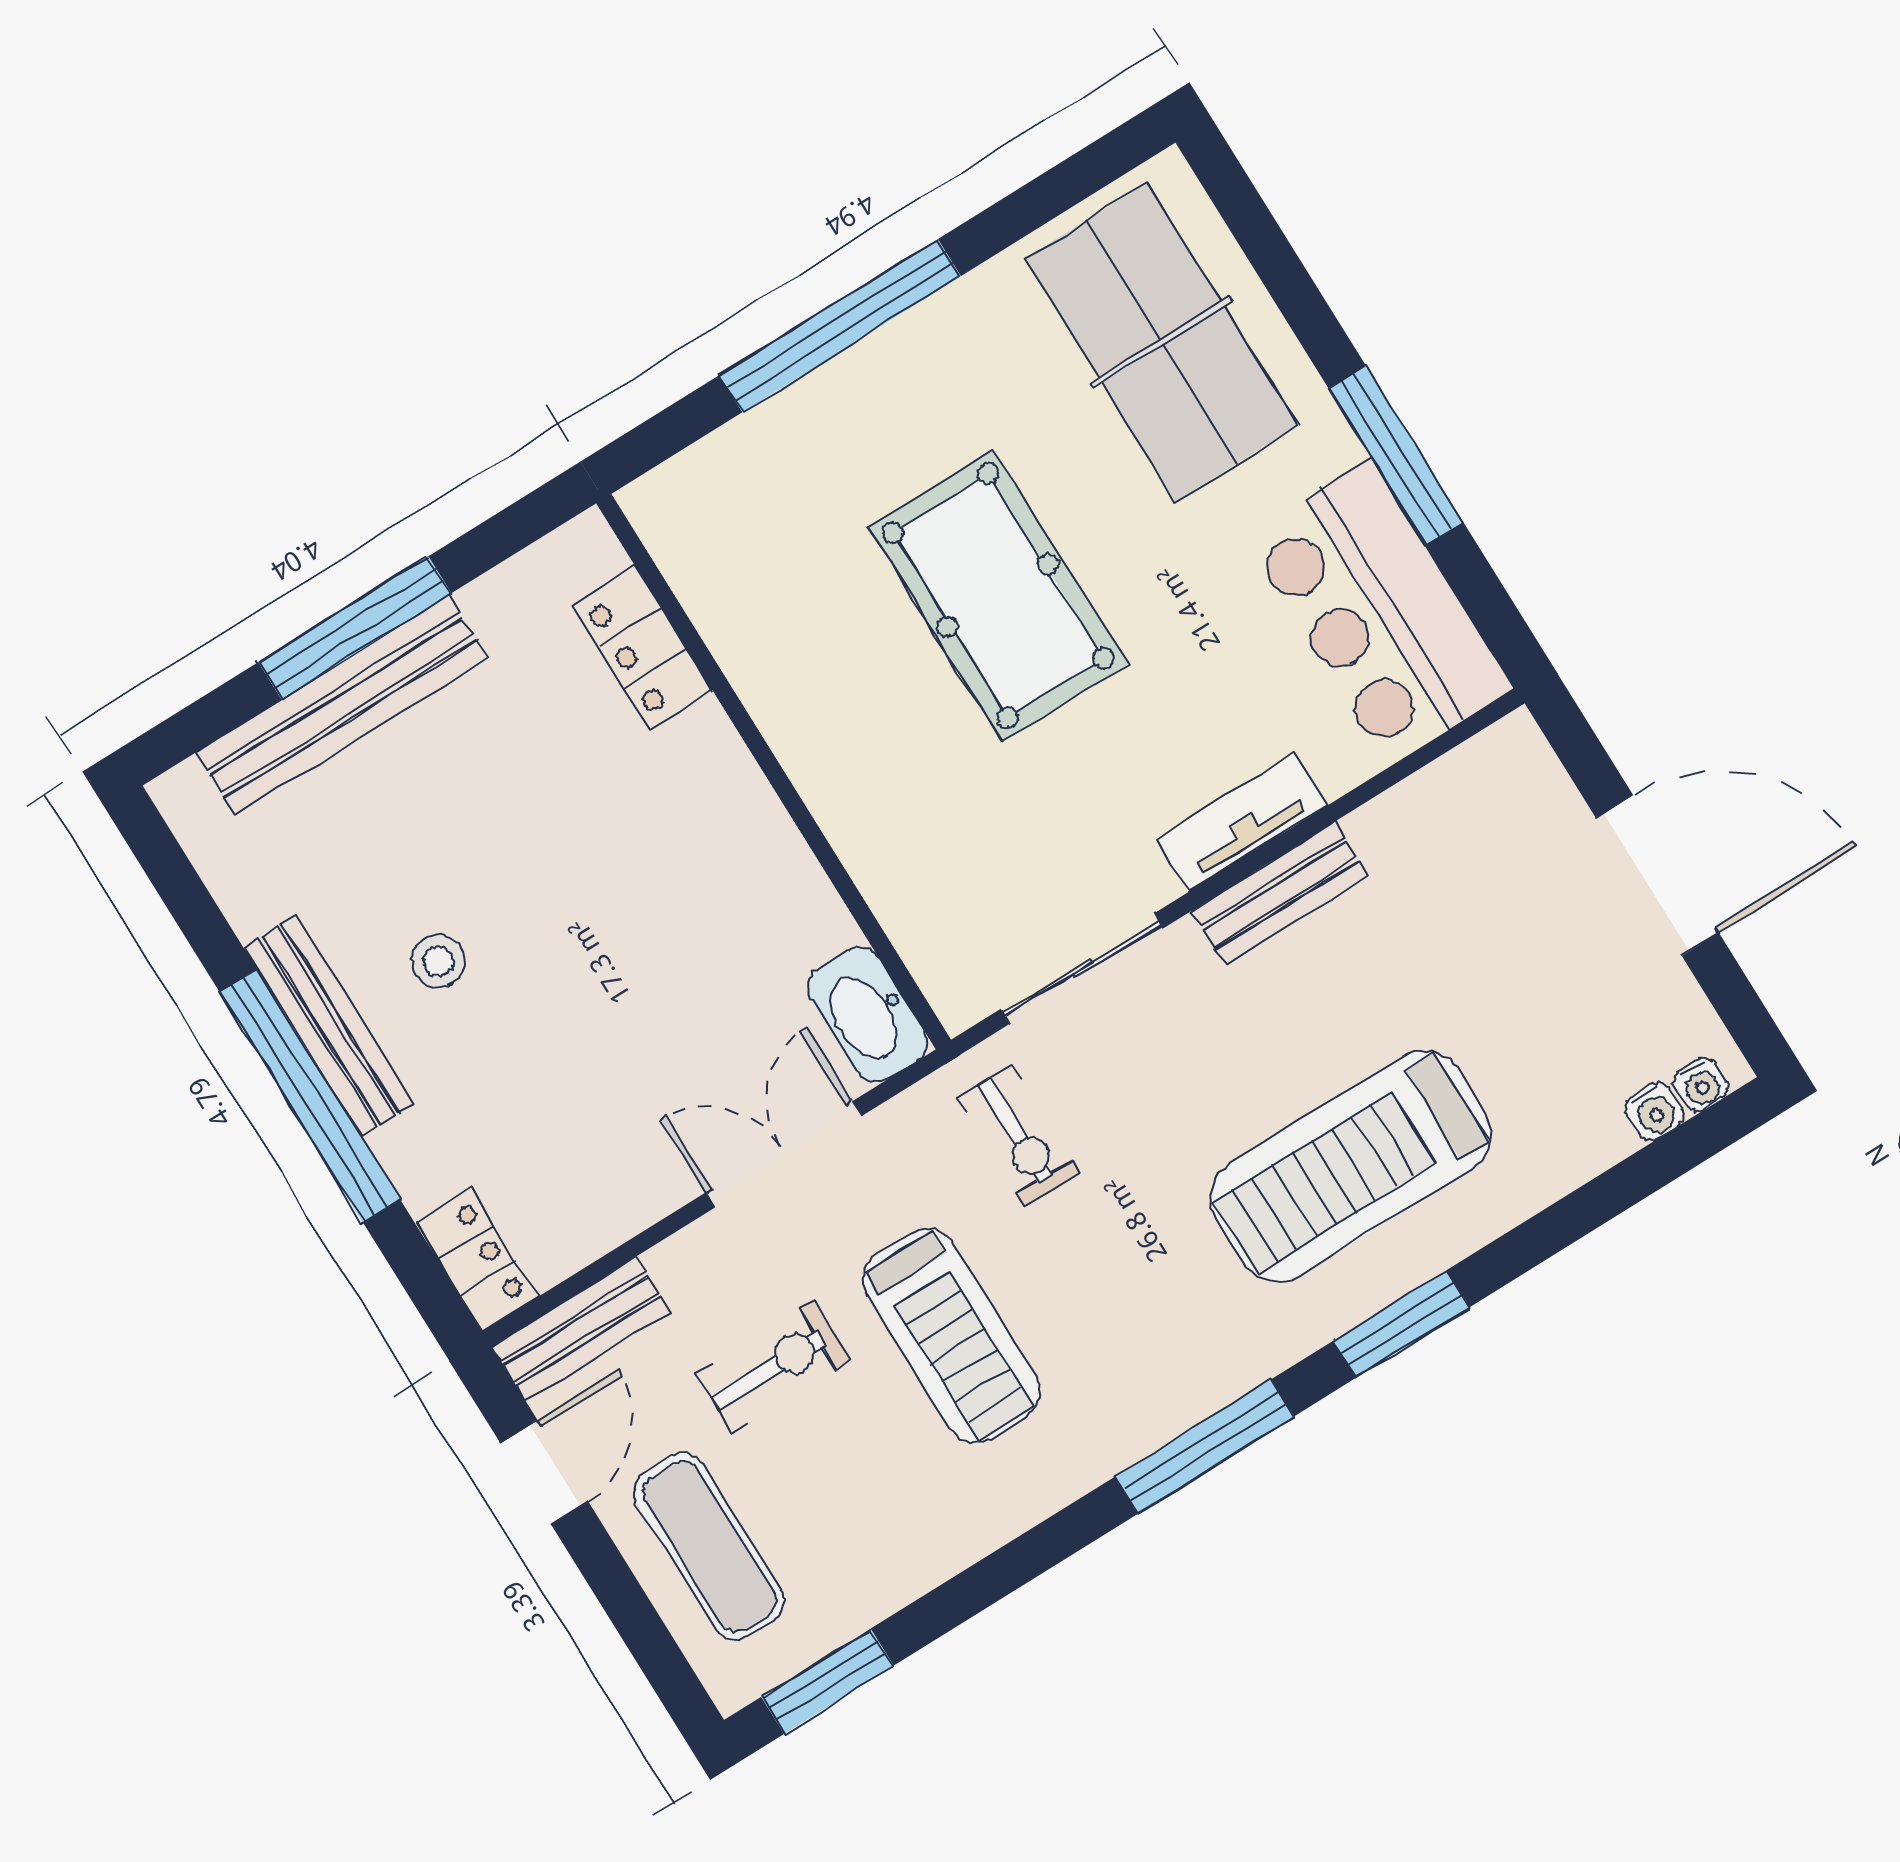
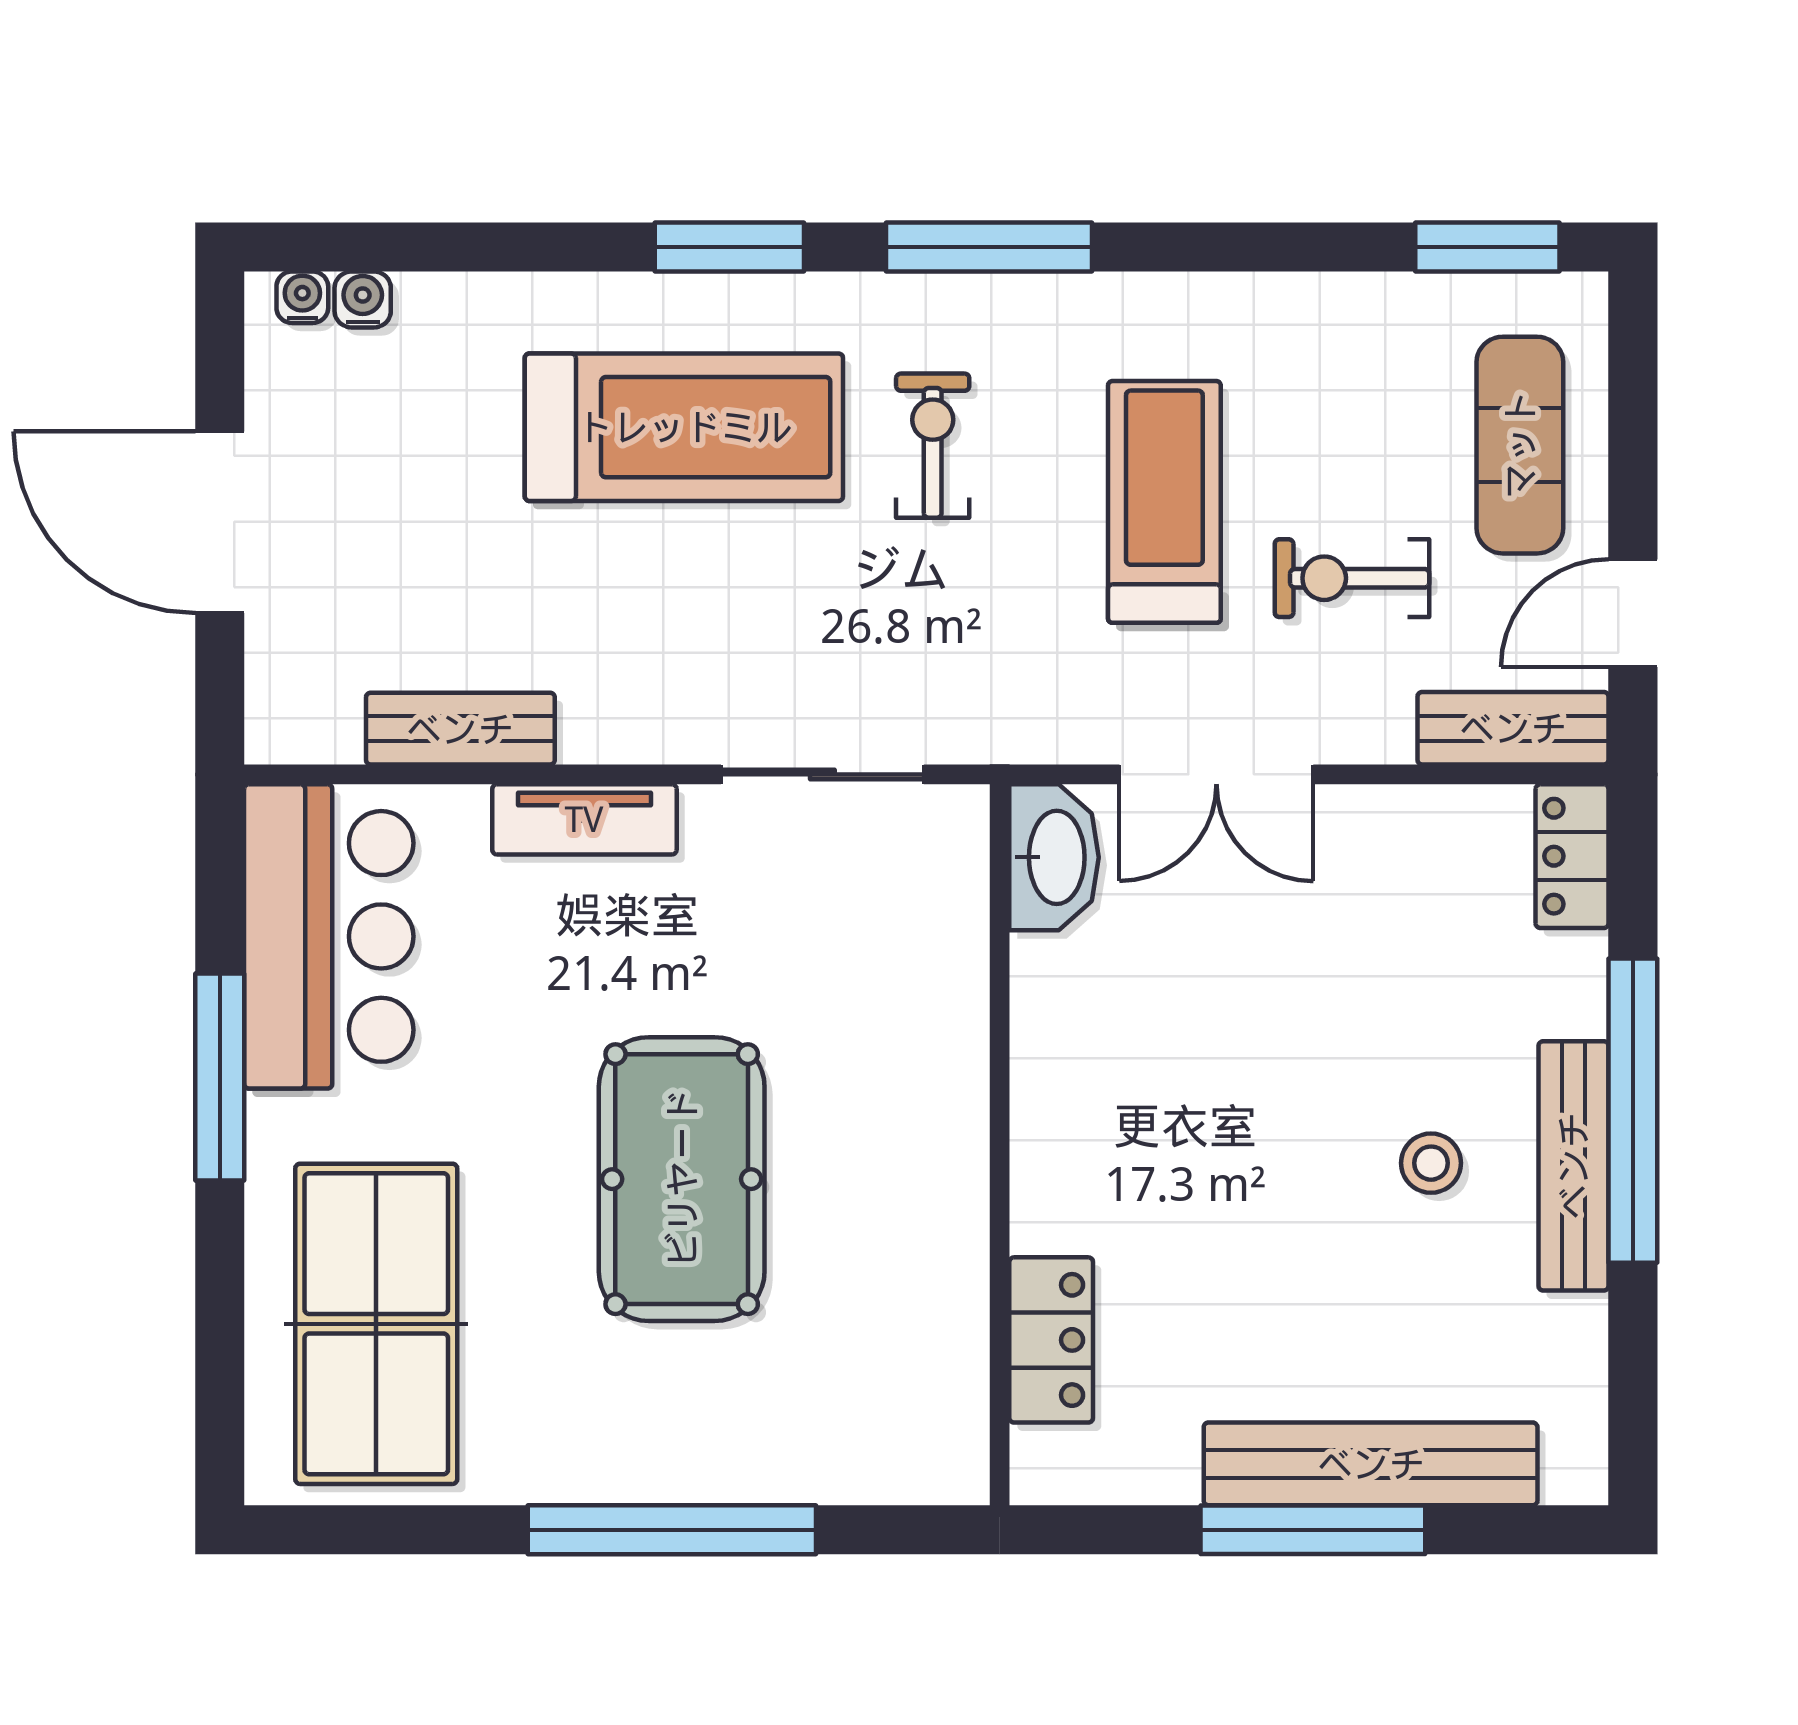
bench: (1280, 893) -> (460, 729), moved
exercise bike: (1018, 1136) -> (933, 446), moved

